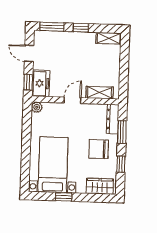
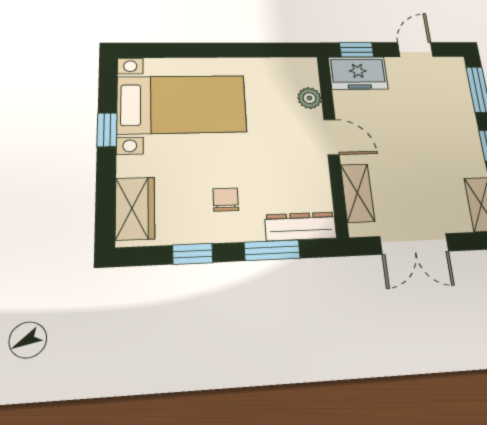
double door: (124, 72) -> (414, 244), added
plant: (37, 107) -> (309, 98), moved
chair: (99, 149) -> (226, 199), width x0.54, depth x0.54

